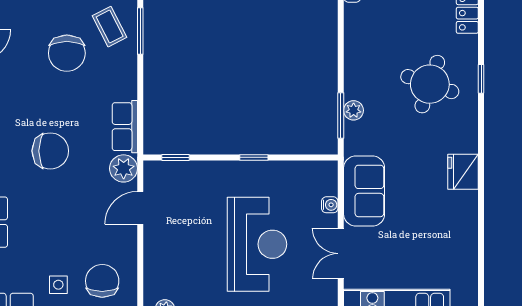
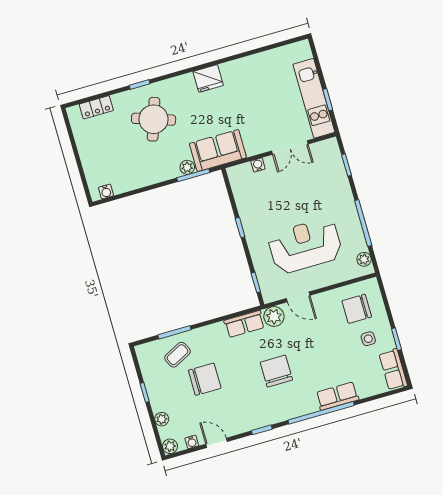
sofa: (364, 191) -> (218, 150), moved
reception desk: (257, 244) -> (305, 246), moved

